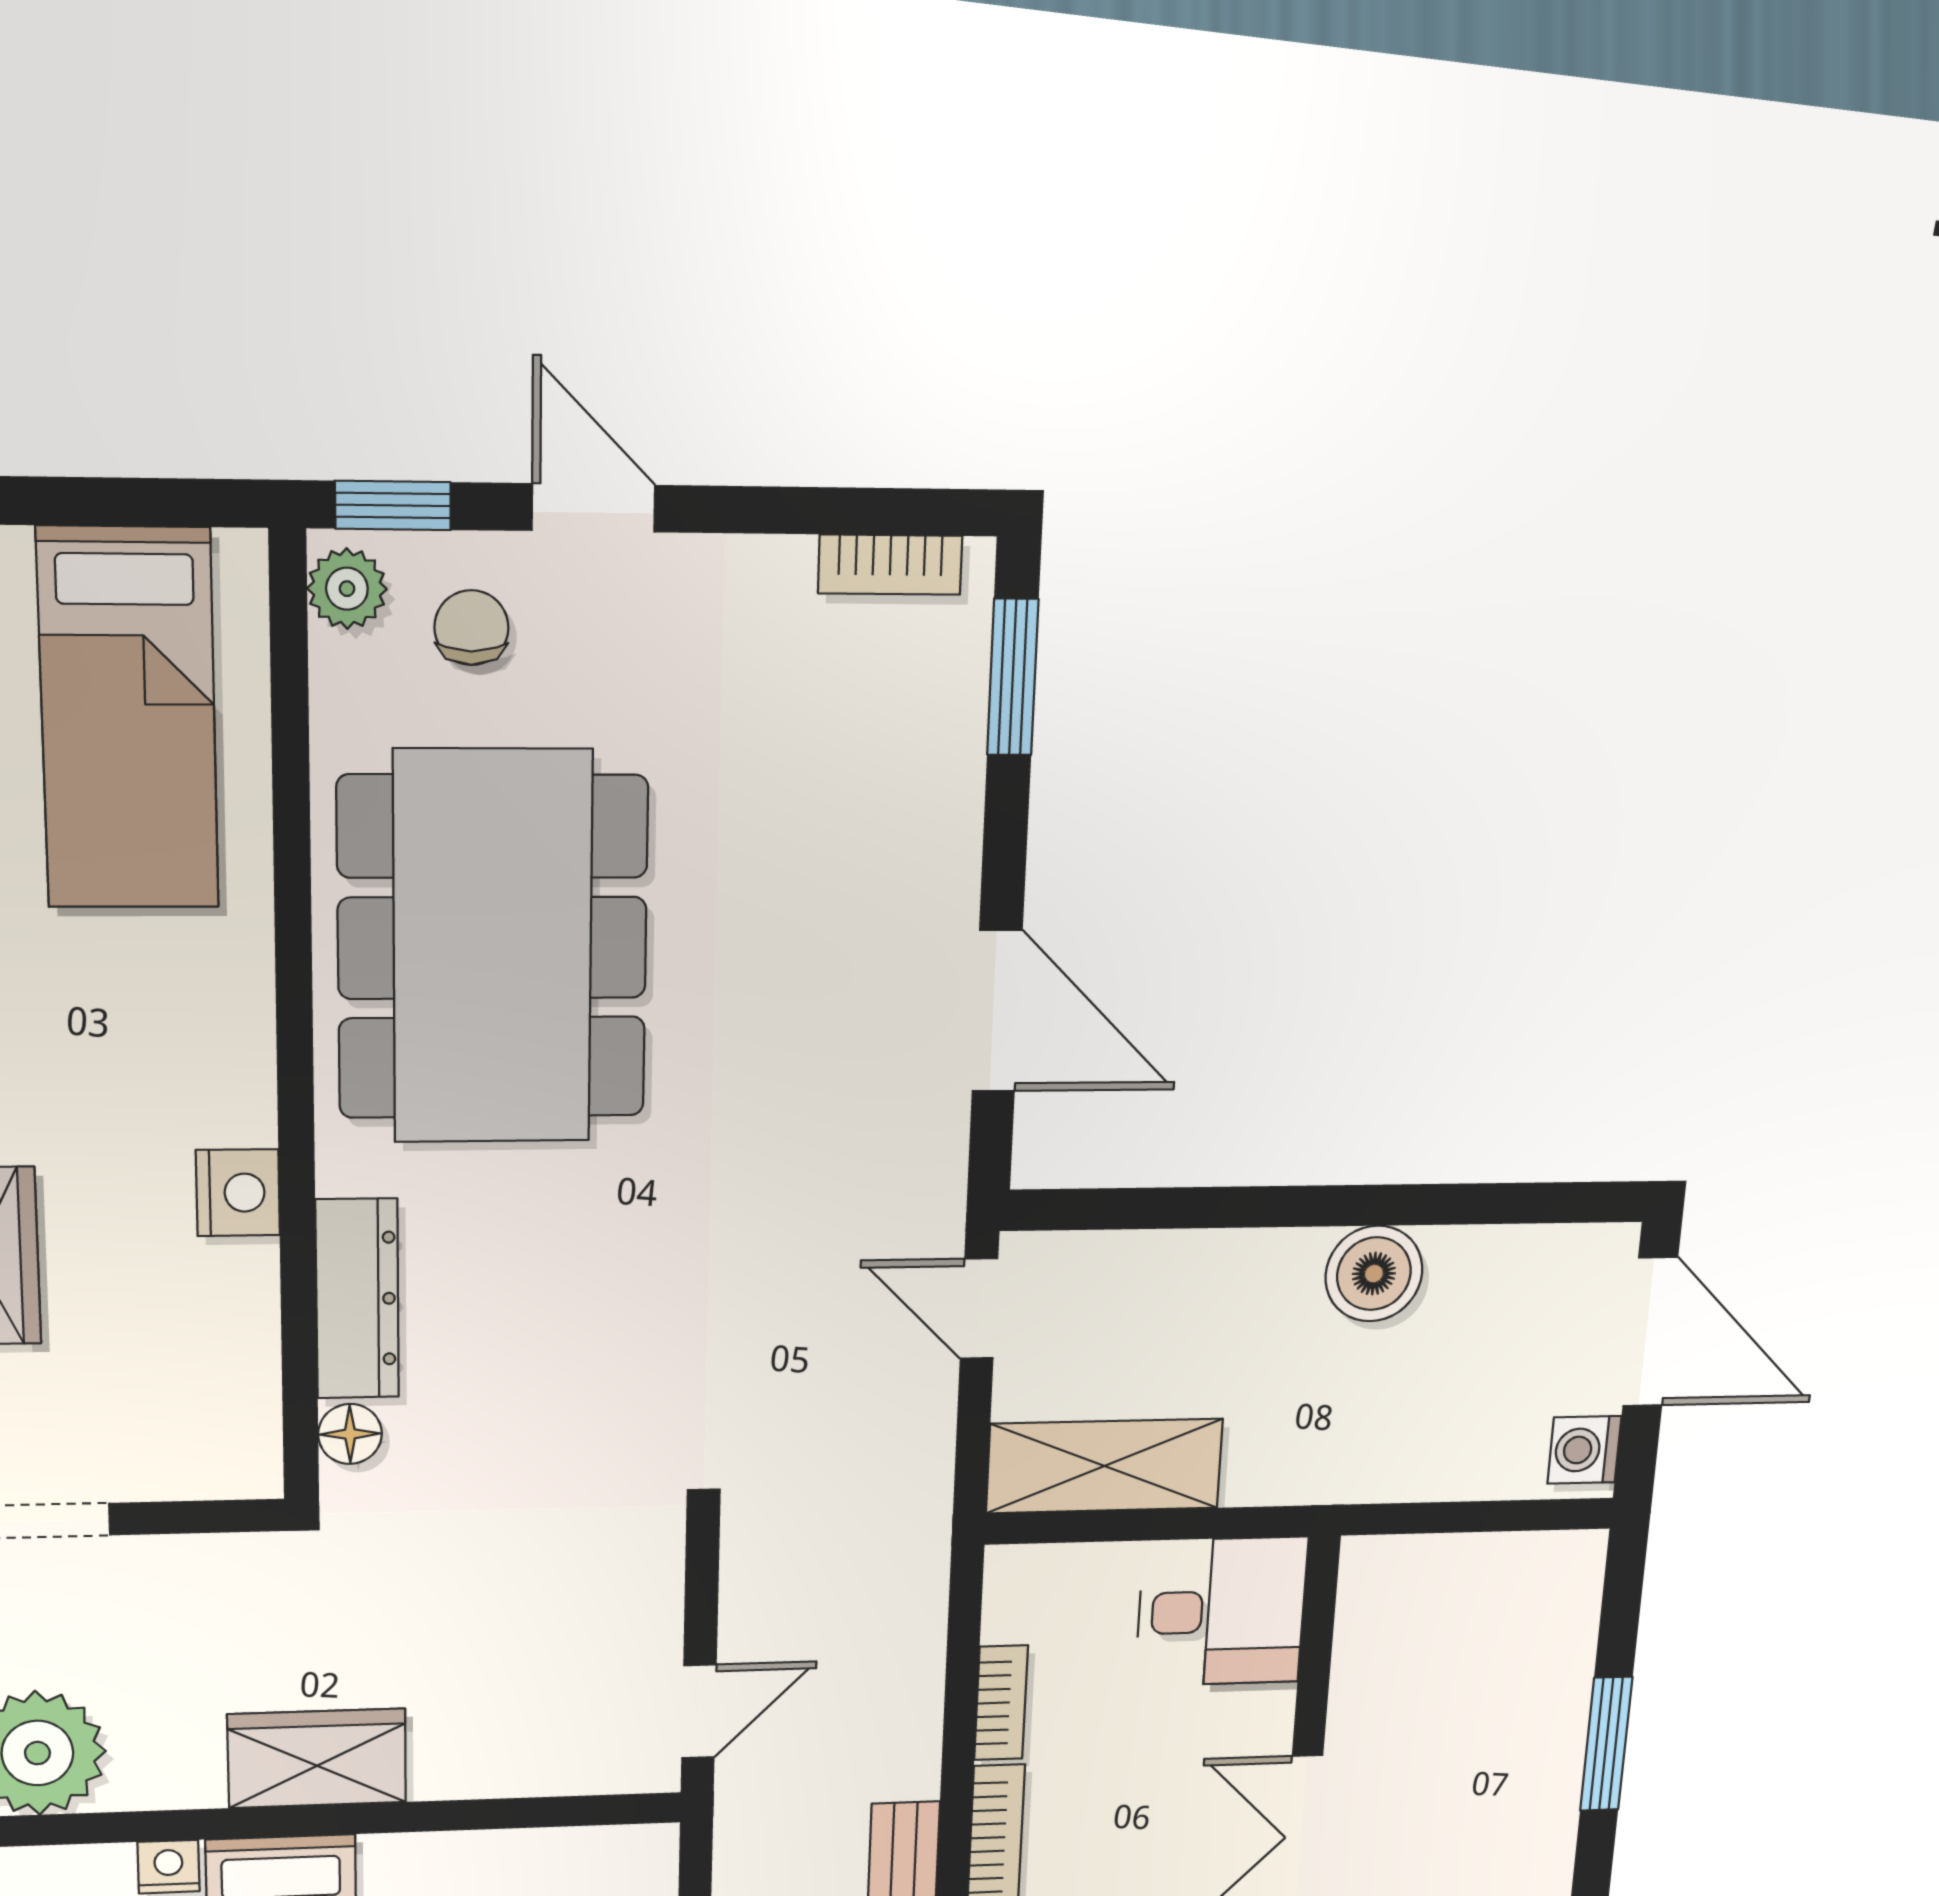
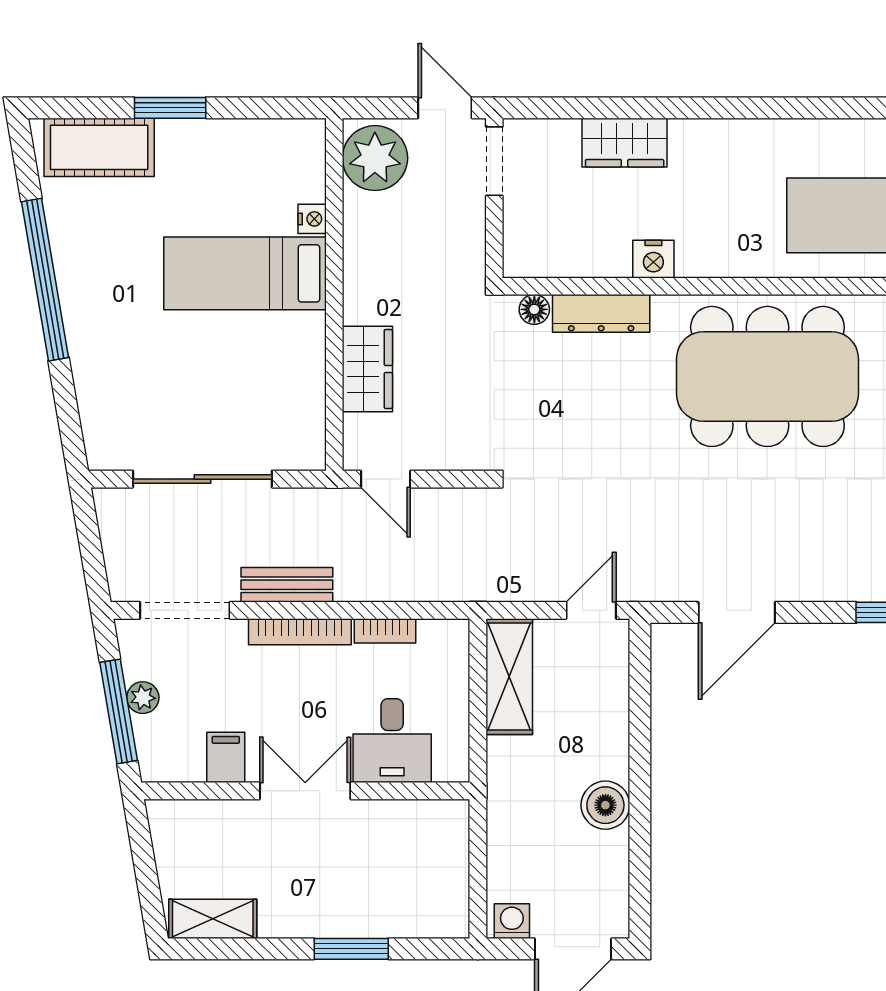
desk: (1221, 1612) -> (392, 741), moved
wardrobe: (317, 1758) -> (367, 369), moved

